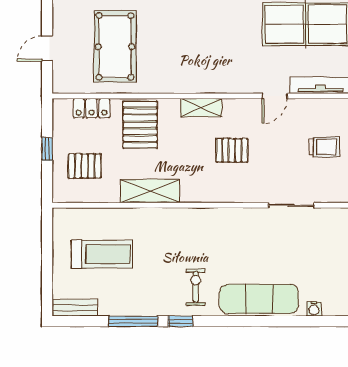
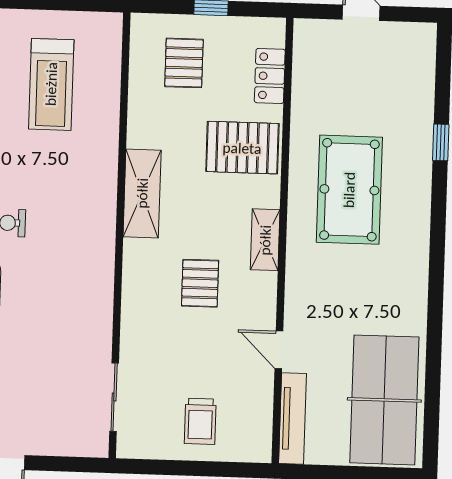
pool table: (115, 46) -> (349, 190), moved, turned 90
shelving: (150, 191) -> (142, 193), moved
sliding door: (291, 205) -> (114, 397), moved

